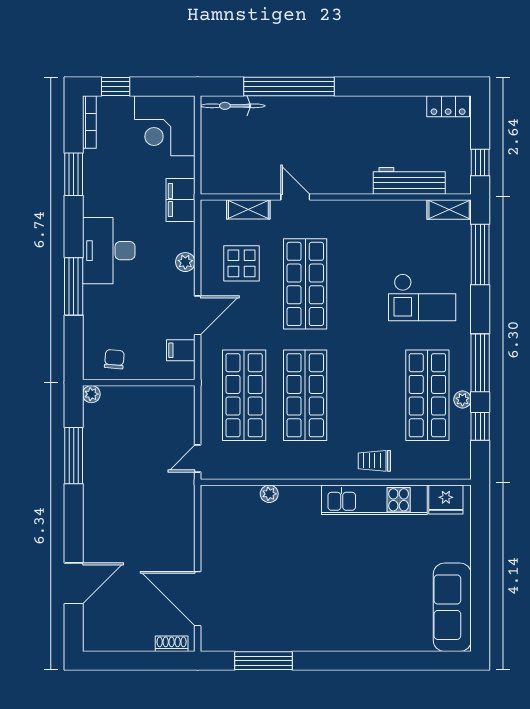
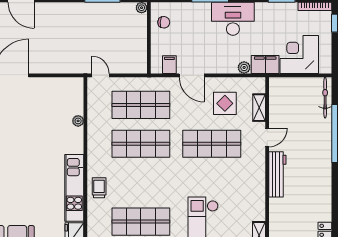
corner desk: (165, 126) -> (299, 54), moved
workbench: (409, 181) -> (277, 174), moved
plant: (185, 262) -> (244, 67), moved

